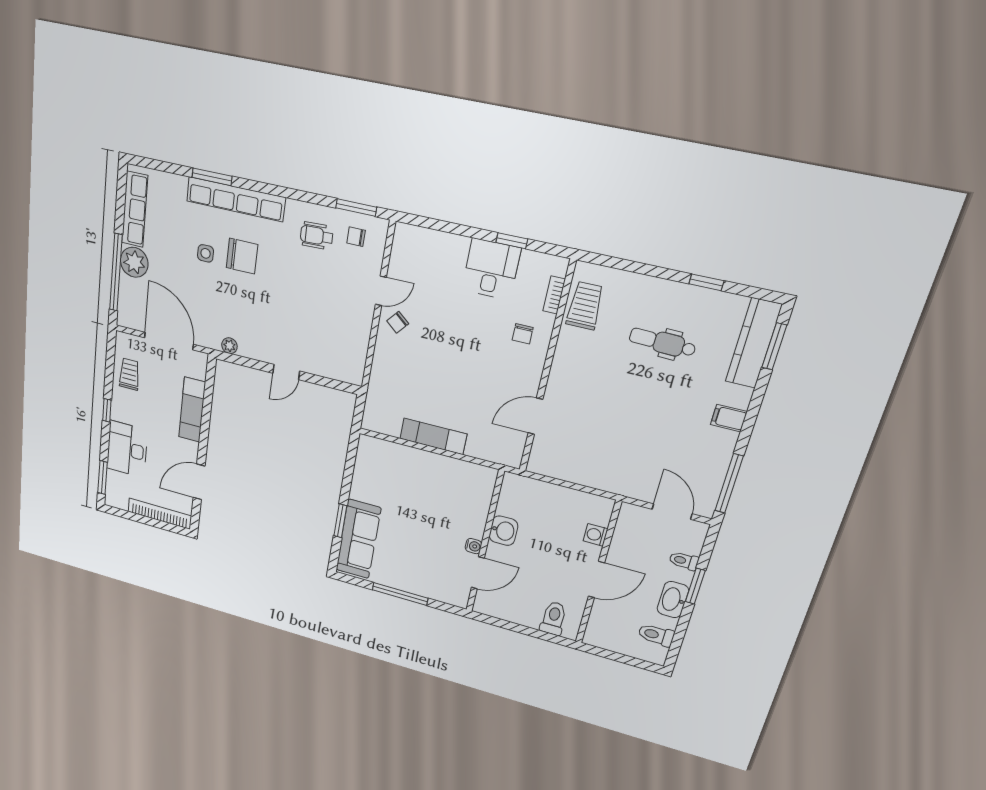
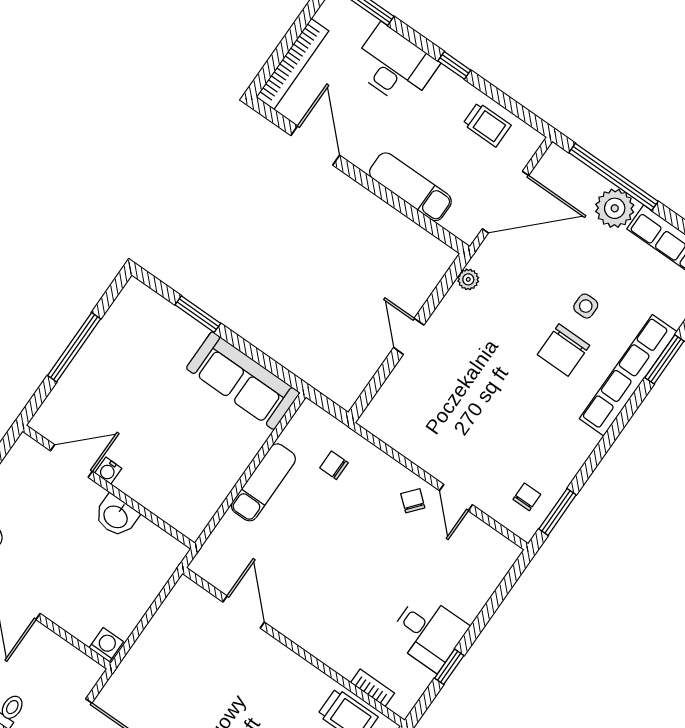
wheelchair: (317, 236) -> (547, 452), removed
chair: (523, 334) -> (334, 465), moved
washing machine: (595, 535) -> (106, 645), moved
sofa: (358, 539) -> (243, 381), moved
door: (478, 573) -> (71, 461), swing flipped

